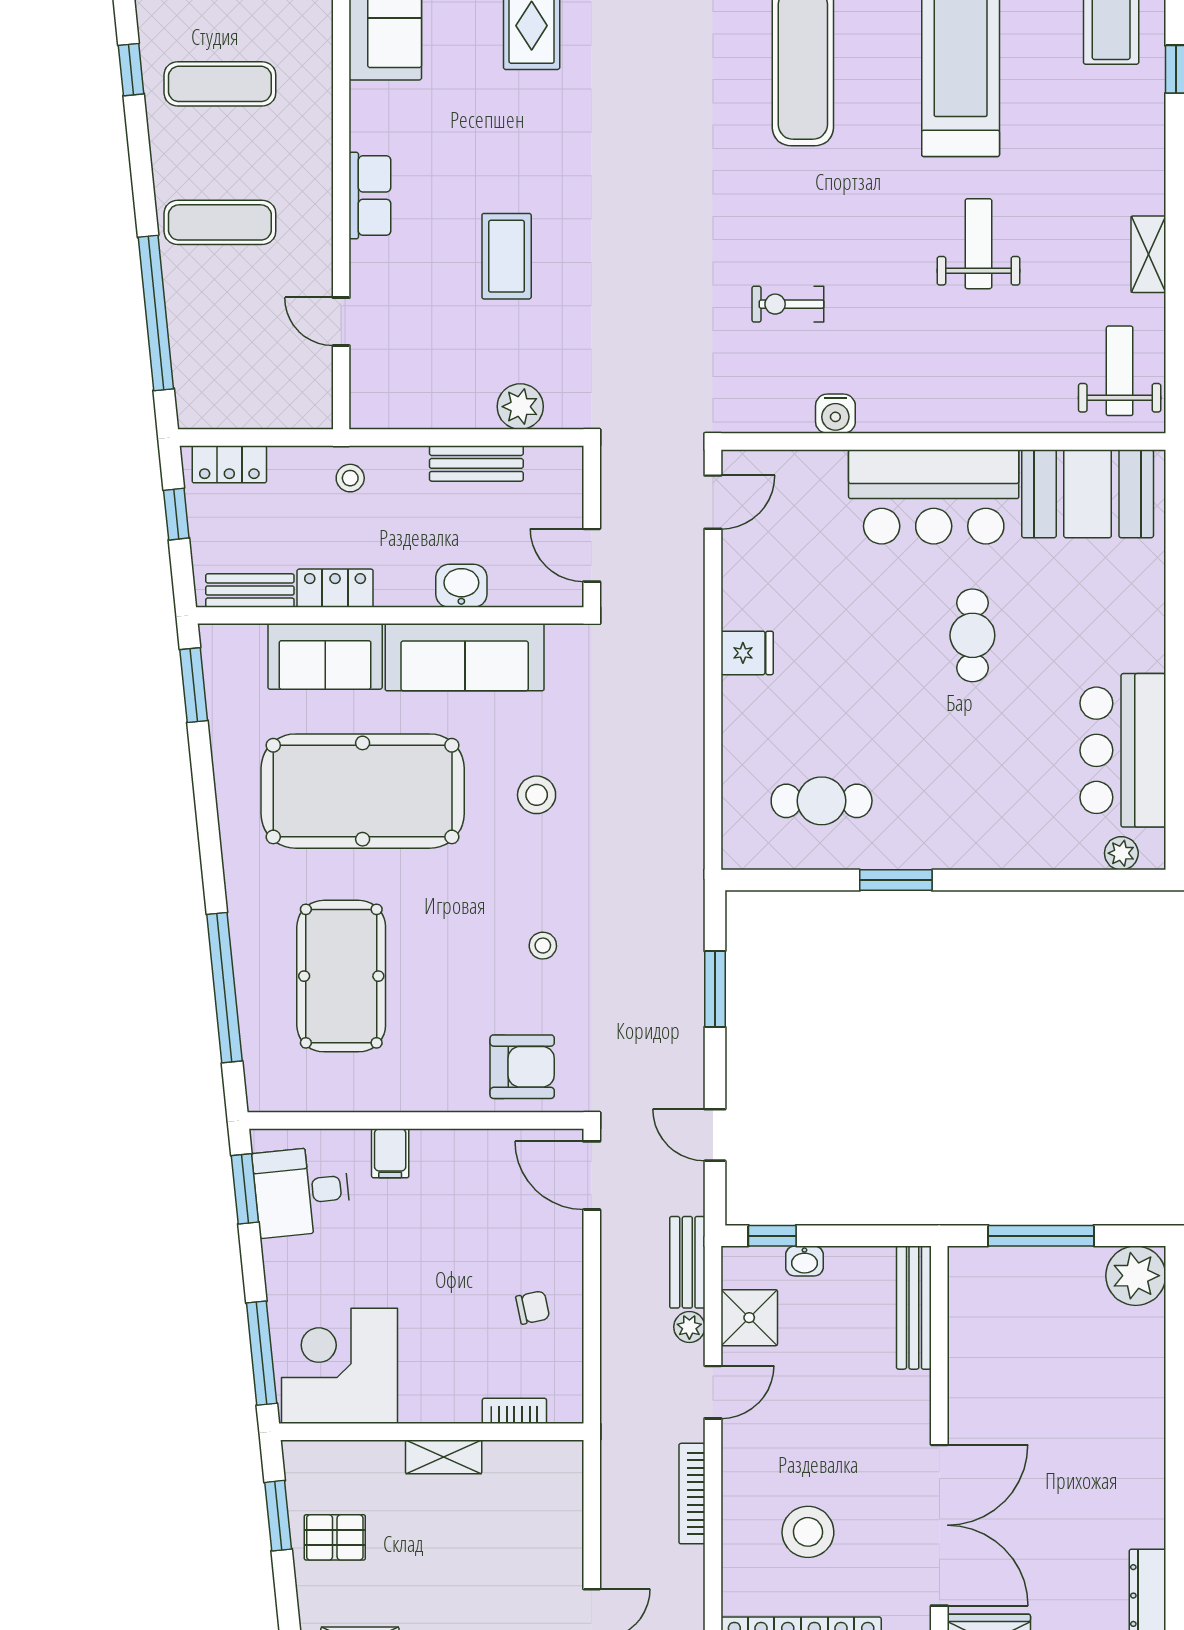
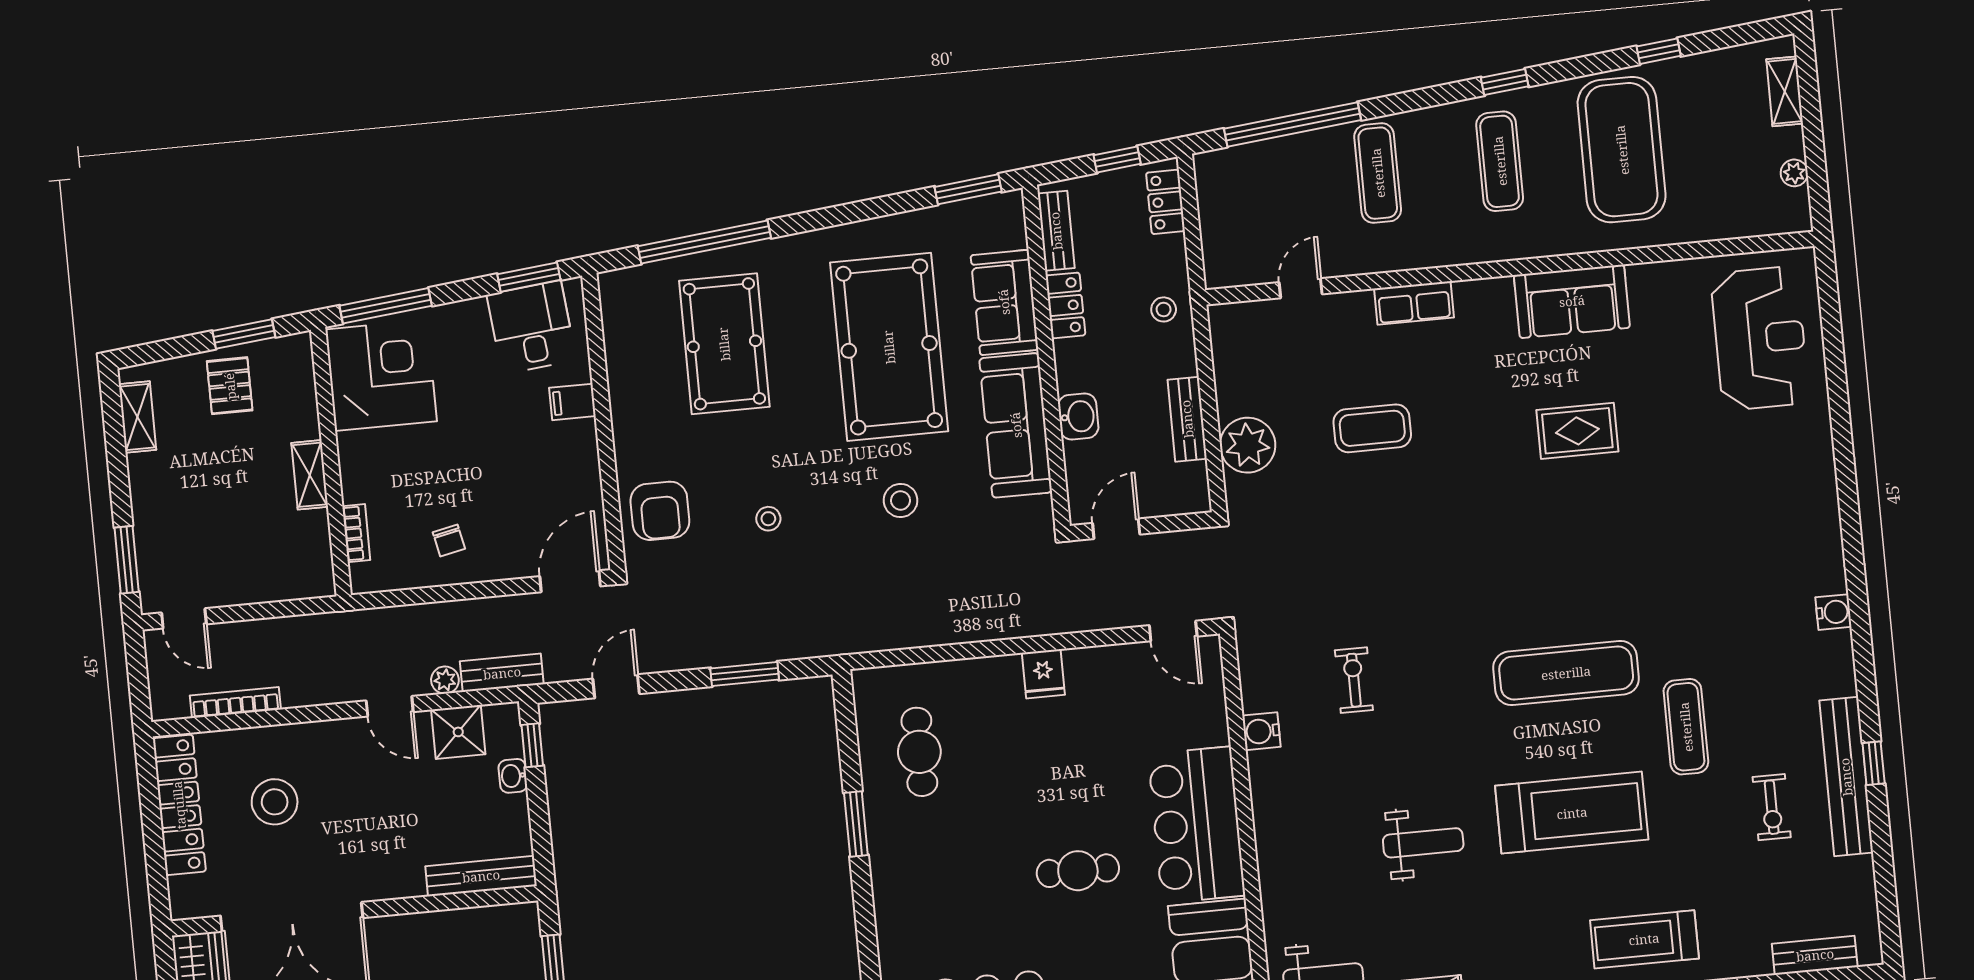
plant: (520, 407) -> (1248, 445), width x1.36, depth x1.36
pool table: (341, 976) -> (724, 344), turned 90
bookcase: (692, 1494) -> (235, 703), moved

